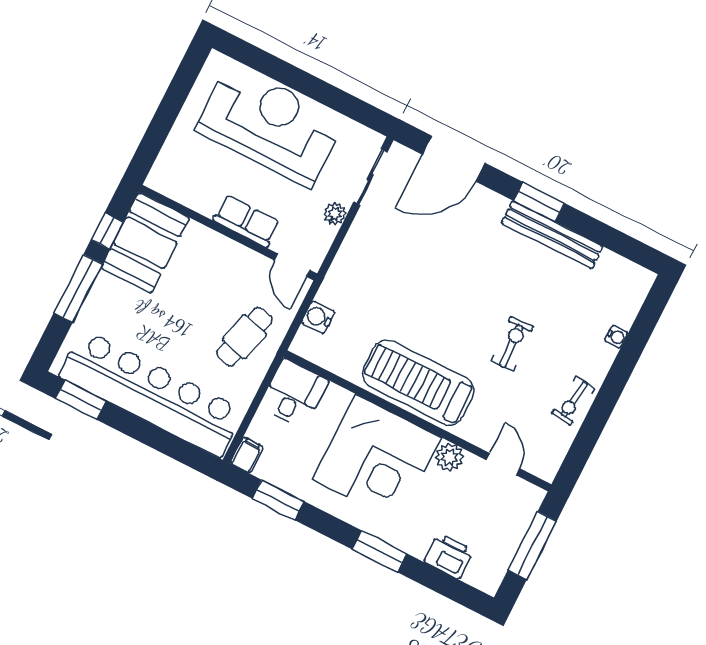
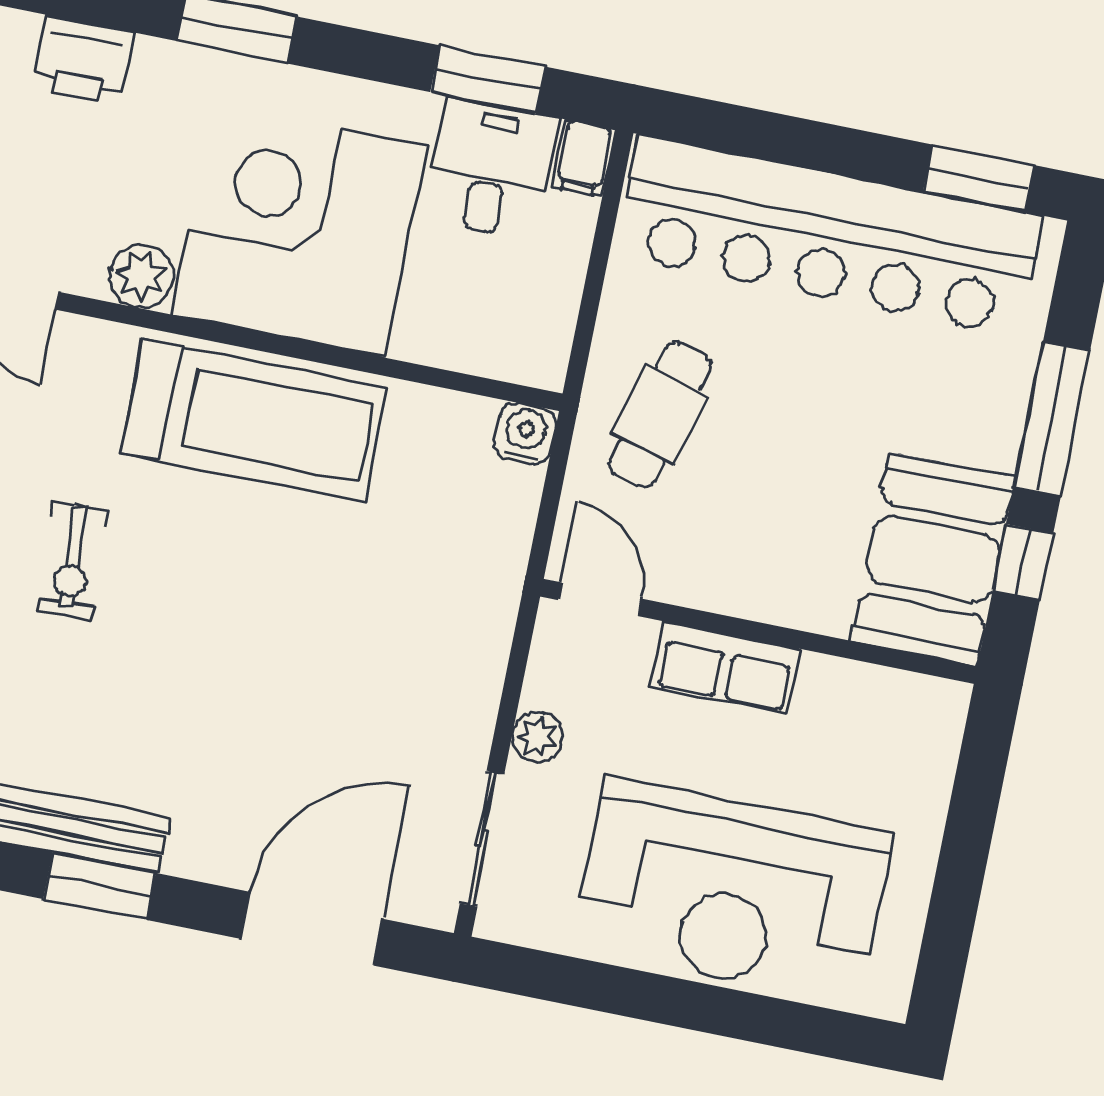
water cooler: (318, 317) -> (525, 434), moved, turned -90
desk: (294, 394) -> (491, 169), moved, turned 180

